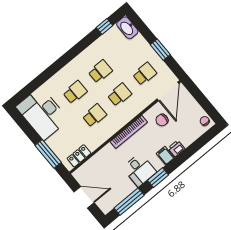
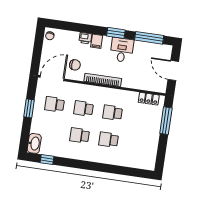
desk: (42, 113) -> (142, 149), removed

